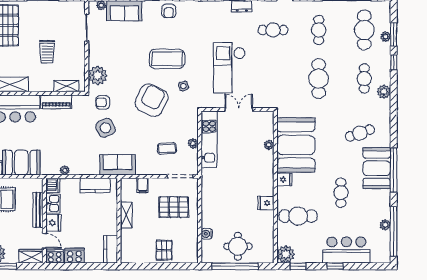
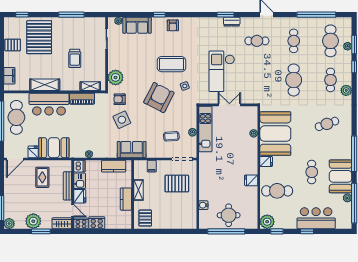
booth: (377, 168) -> (341, 176), moved
kitchen counter: (111, 249) -> (126, 199), moved
pallet: (164, 250) -> (145, 218), moved

